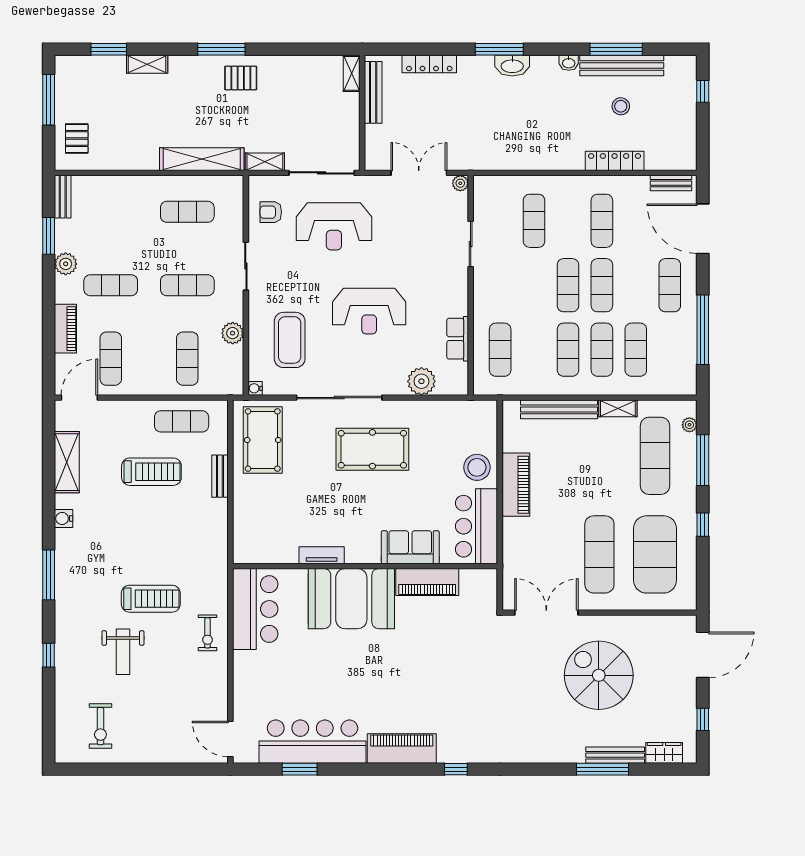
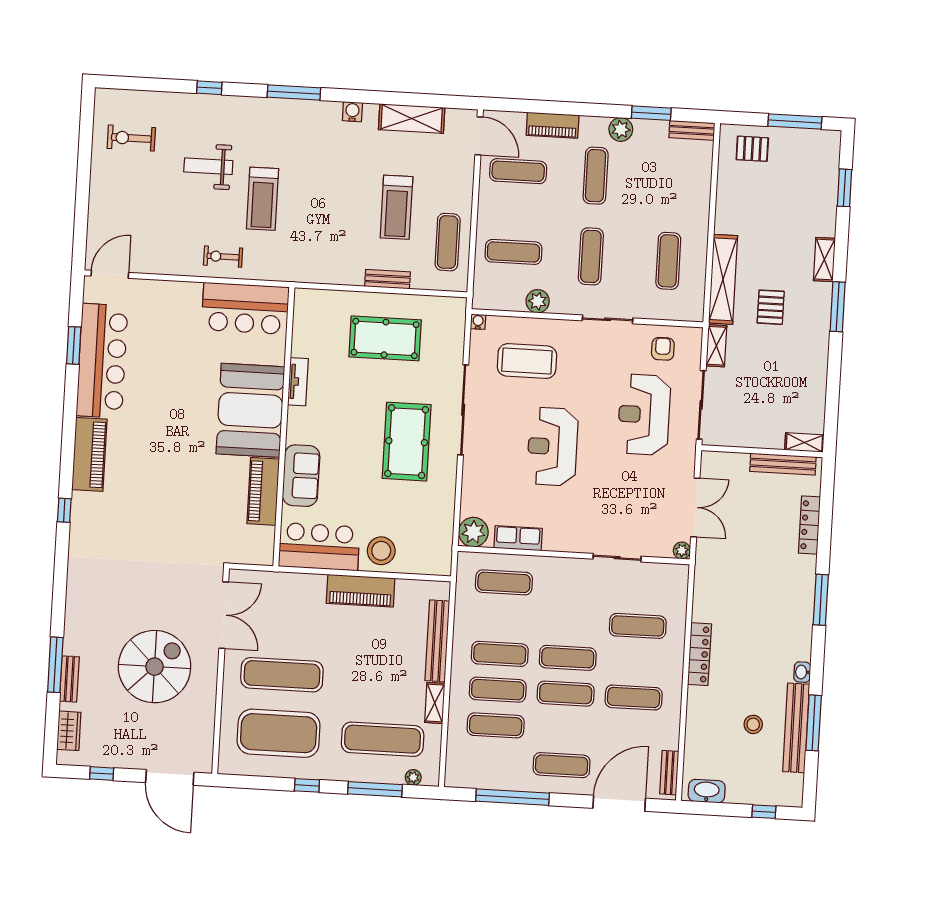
shelving: (147, 64) -> (824, 259), moved
washbasin: (512, 66) -> (707, 791), moved, turned 90
pallet: (241, 78) -> (771, 307), moved
locker: (615, 161) -> (700, 654), moved
plant: (421, 381) -> (473, 532), moved
pool table: (263, 440) -> (385, 338), moved
bench: (615, 755) -> (69, 679), width x0.73

